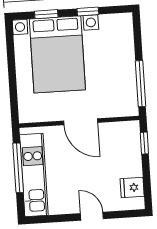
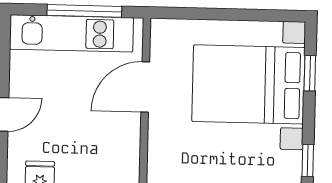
window: (88, 11) -> (308, 160), moved
door: (81, 122) -> (145, 87), moved

